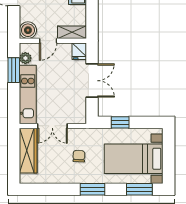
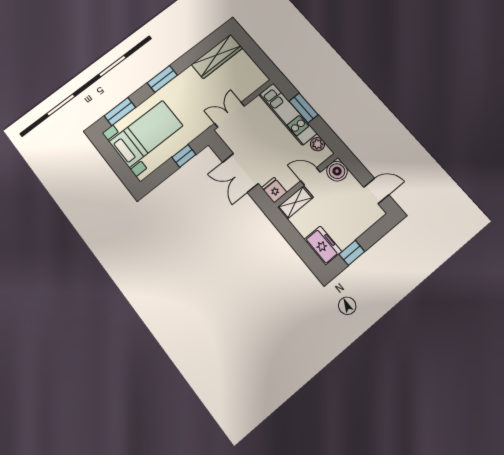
door: (48, 41) -> (311, 176), hinge flipped
window: (14, 70) -> (304, 108), moved
double door: (52, 126) -> (230, 115), moved
wardrobe: (28, 151) -> (217, 56), moved, turned -90
chair: (79, 156) -> (197, 97), removed

